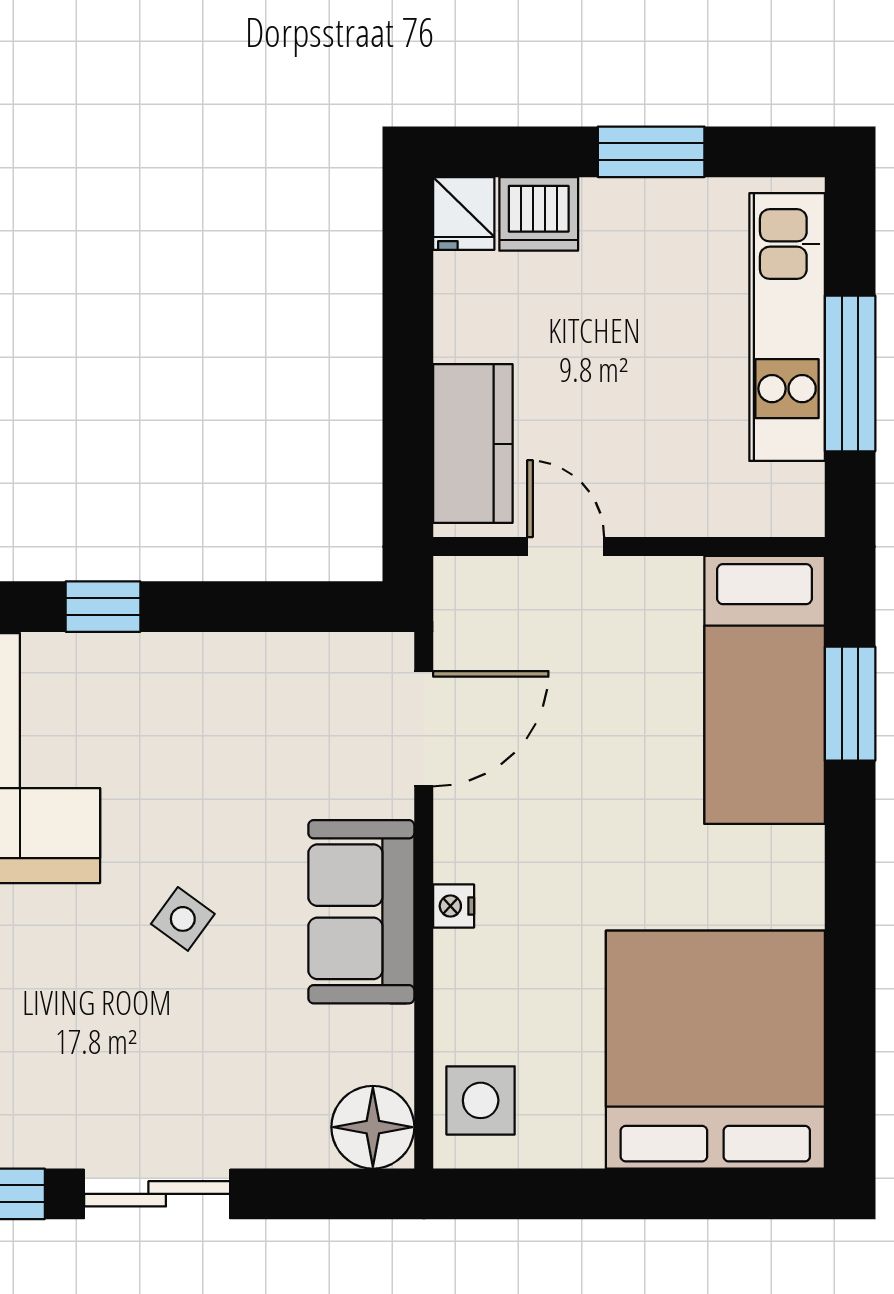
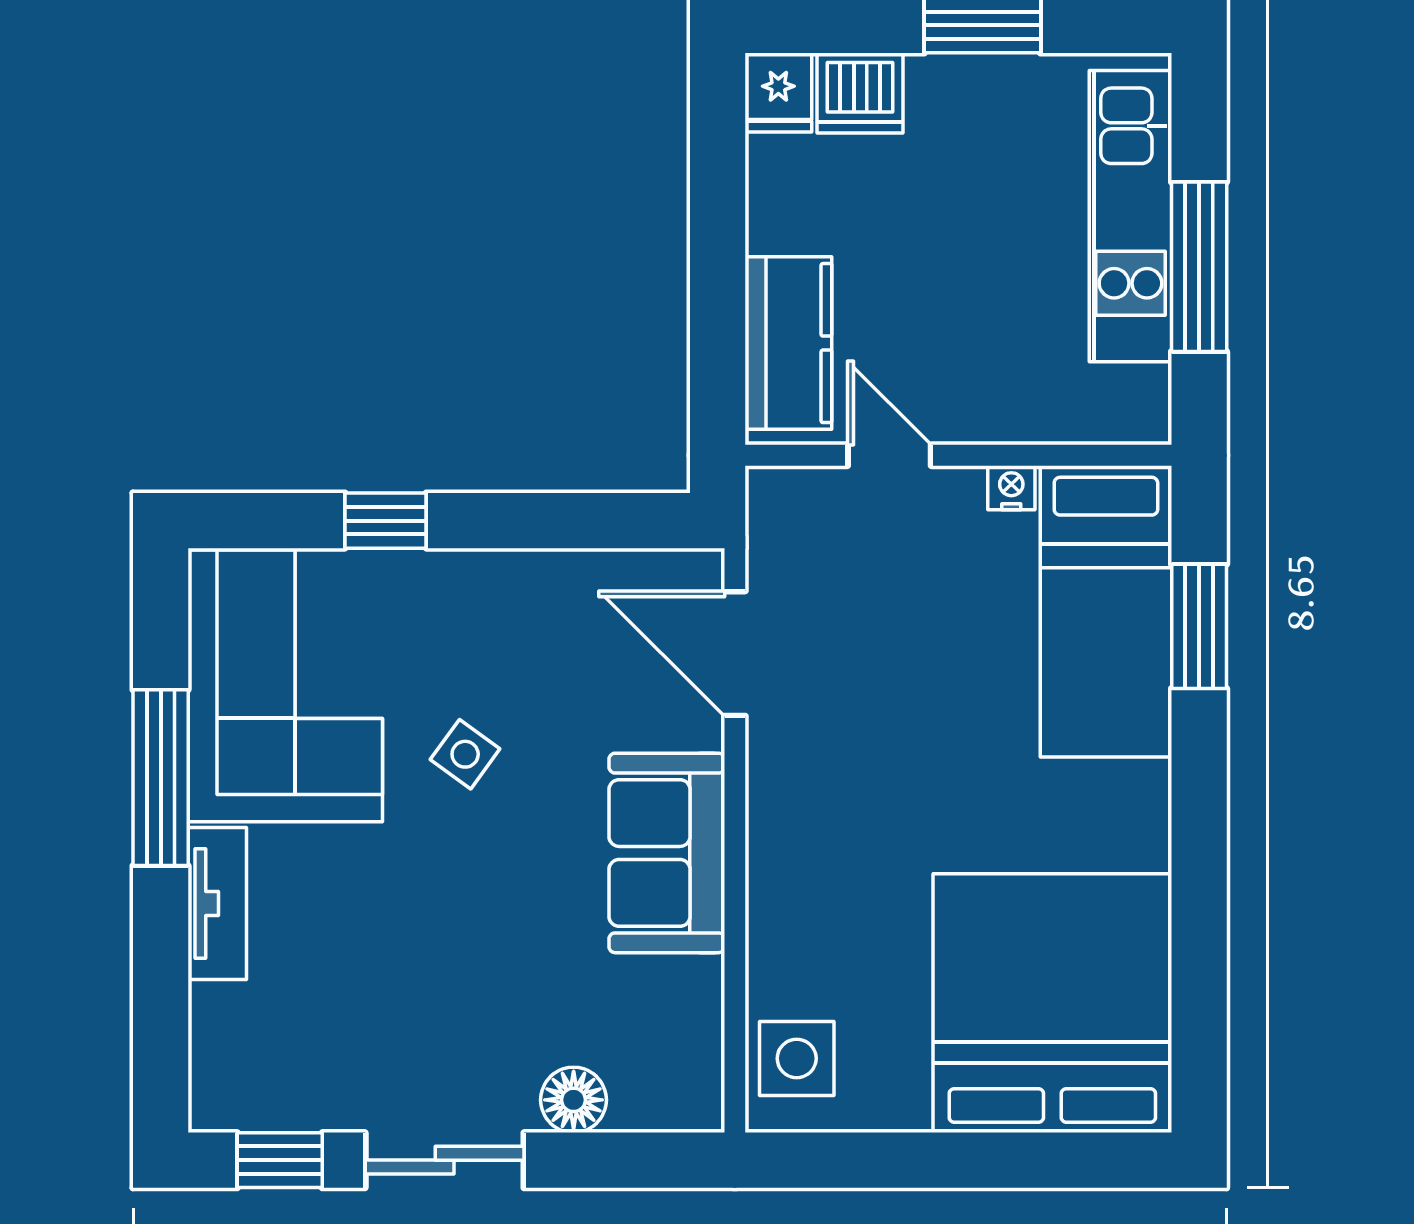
door: (424, 729) -> (735, 654), swing flipped
nightstand: (454, 906) -> (1011, 488), moved, turned 90
side table: (183, 919) -> (465, 754), moved
floor lamp: (373, 1127) -> (574, 1100), moved, width x0.73, depth x0.73

